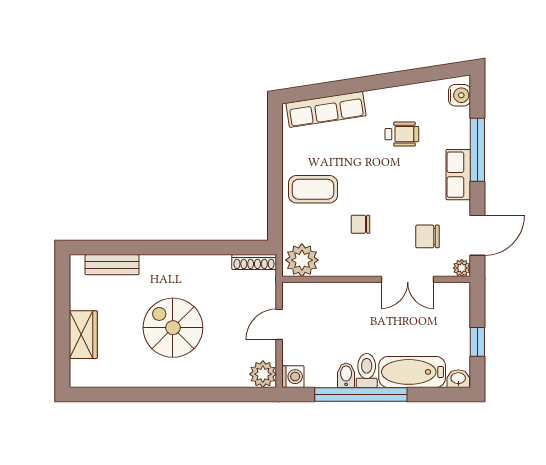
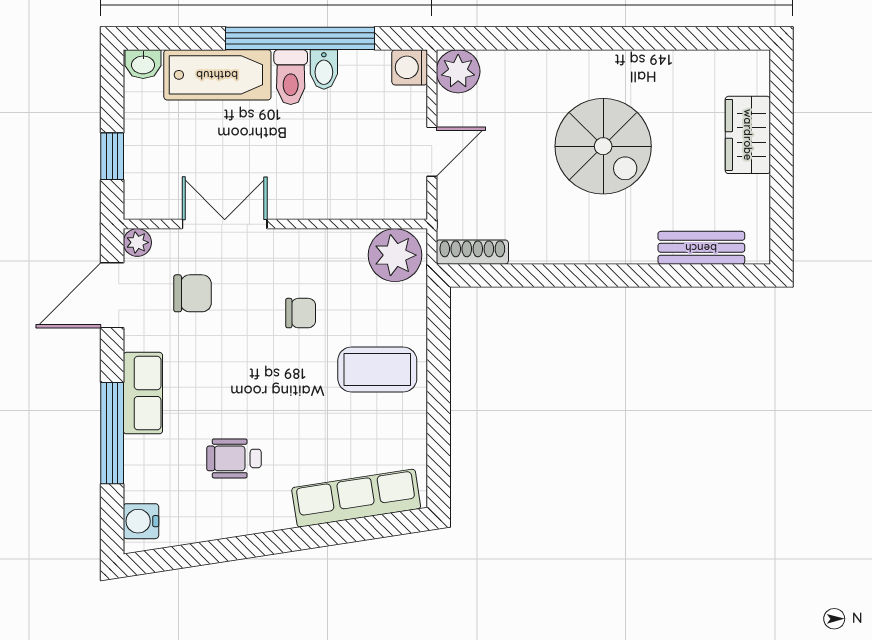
window: (477, 342) -> (112, 156), moved

